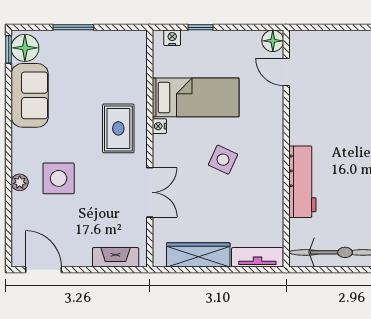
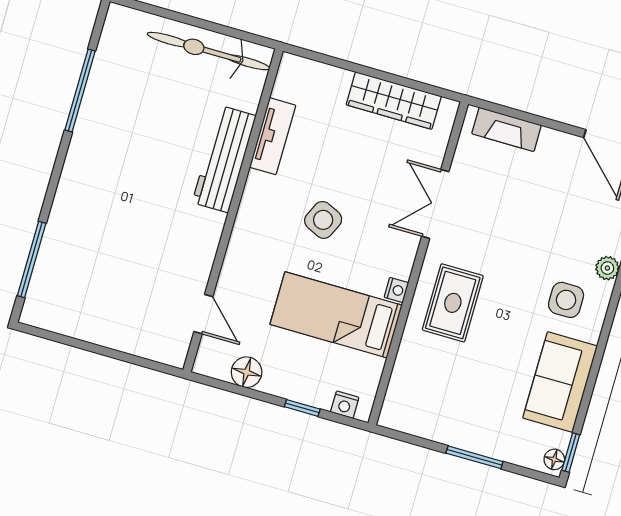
floor lamp: (273, 41) -> (247, 372), moved
floor lamp: (25, 48) -> (554, 459), width x0.53, depth x0.53
side table: (59, 178) -> (566, 300), moved, width x0.73, depth x0.73
tv unit: (257, 257) -> (273, 136), moved, turned -90

